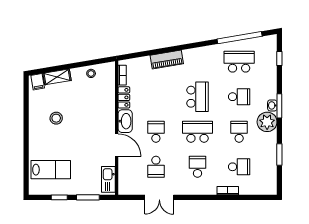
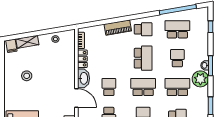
school desk: (198, 62) -> (143, 29), added
school desk: (239, 97) -> (177, 58), turned -90
school desk: (239, 132) -> (177, 87), width x1.85

